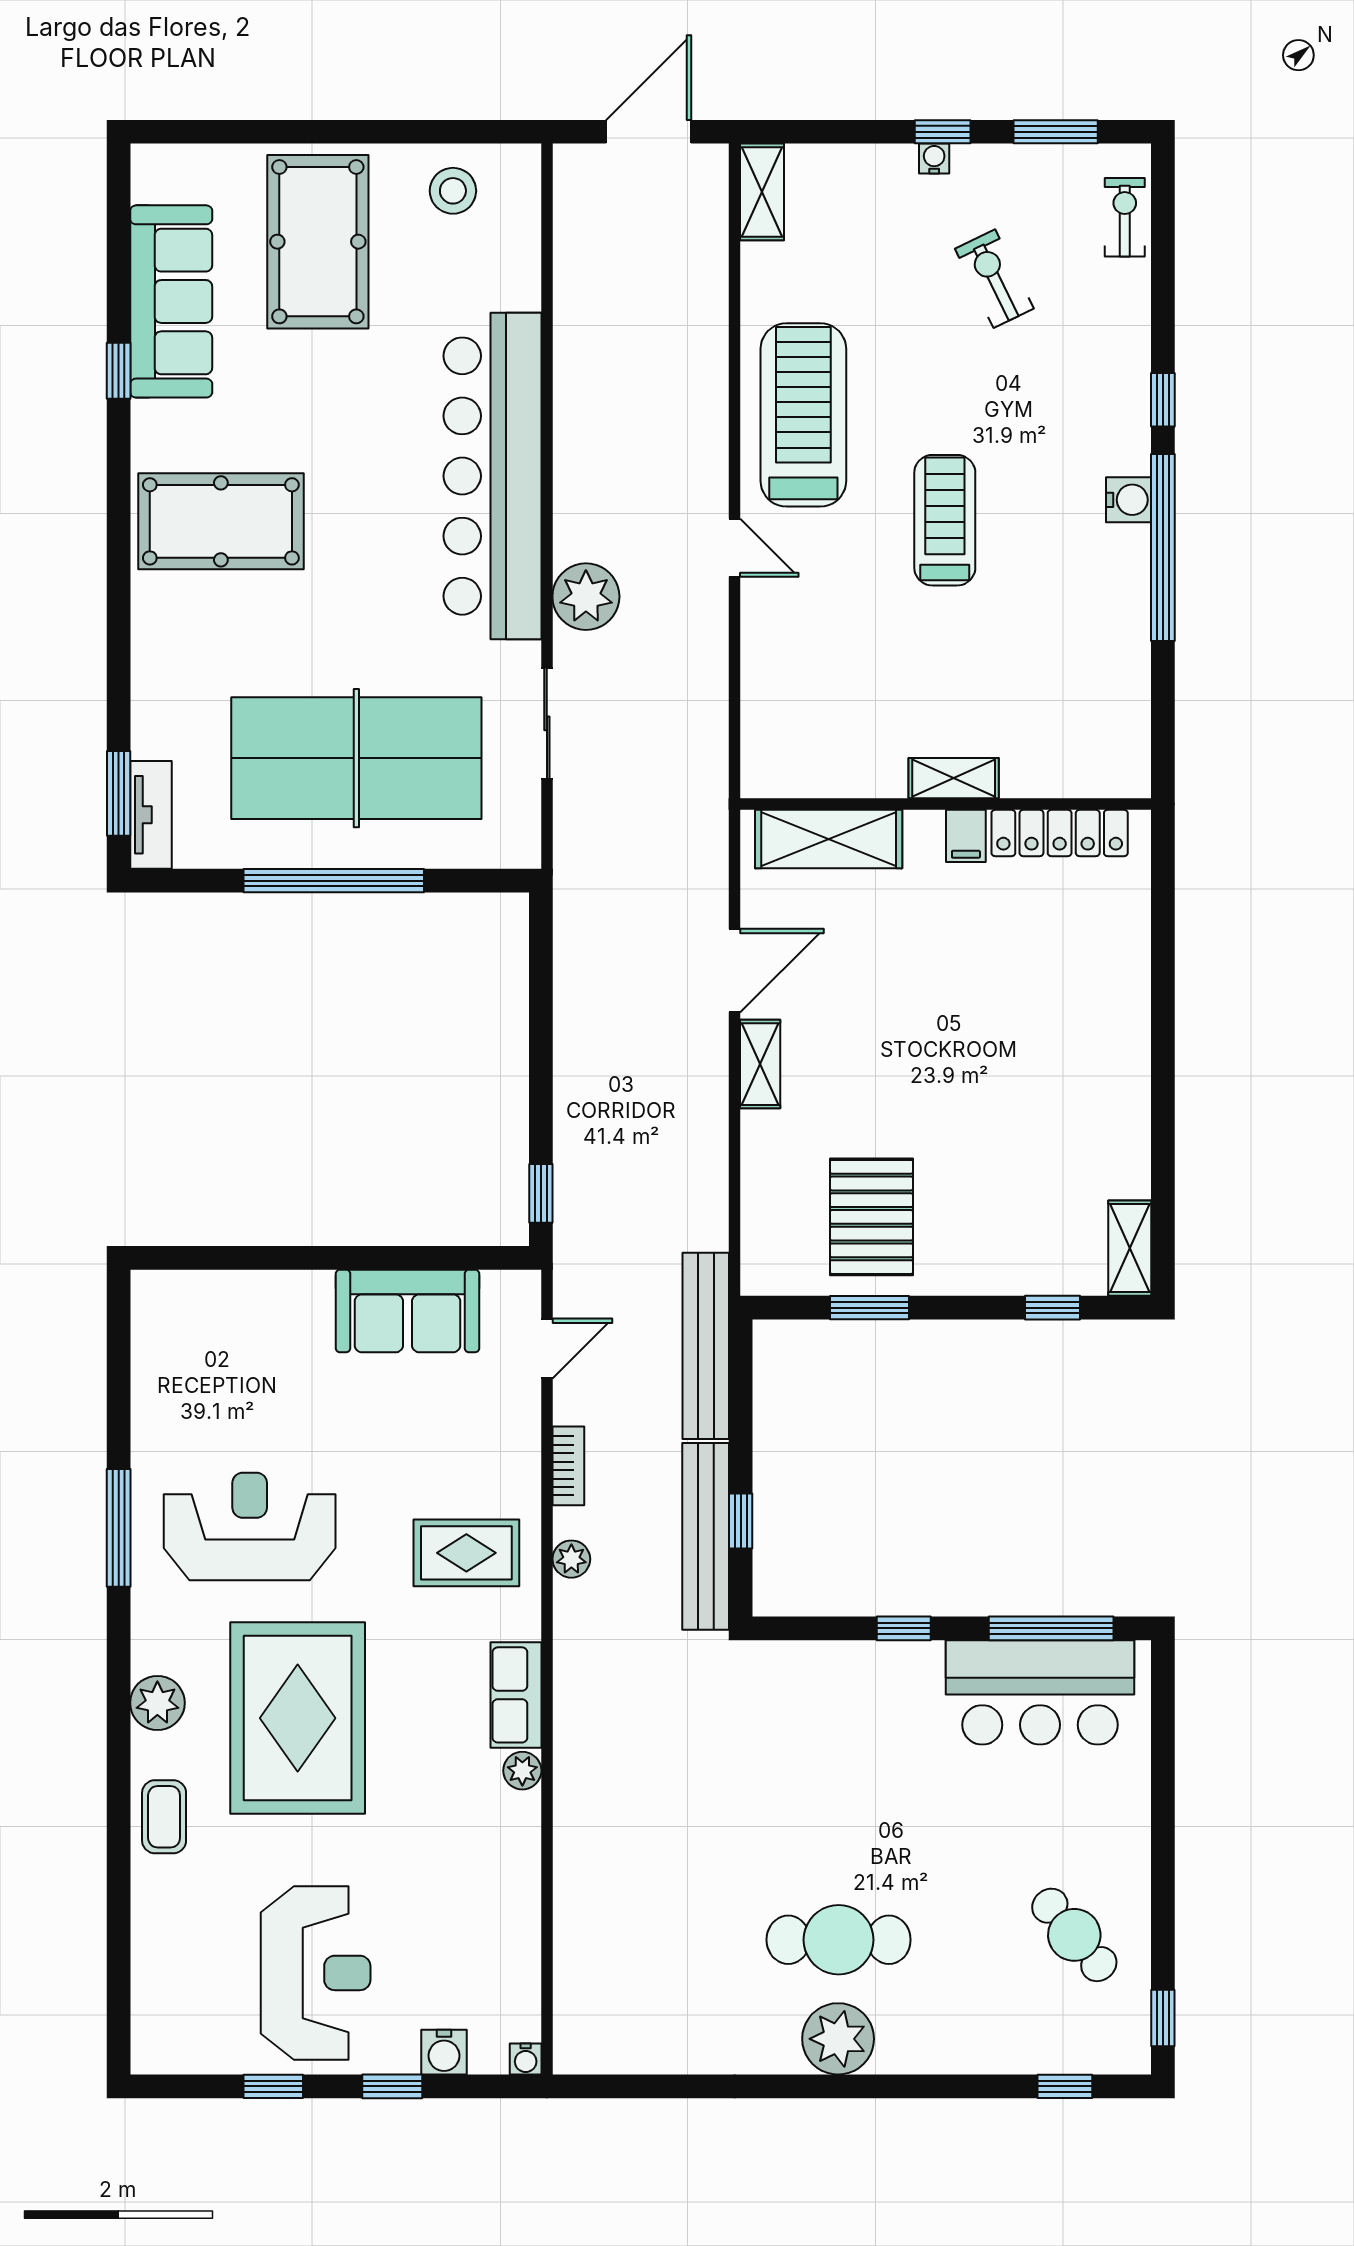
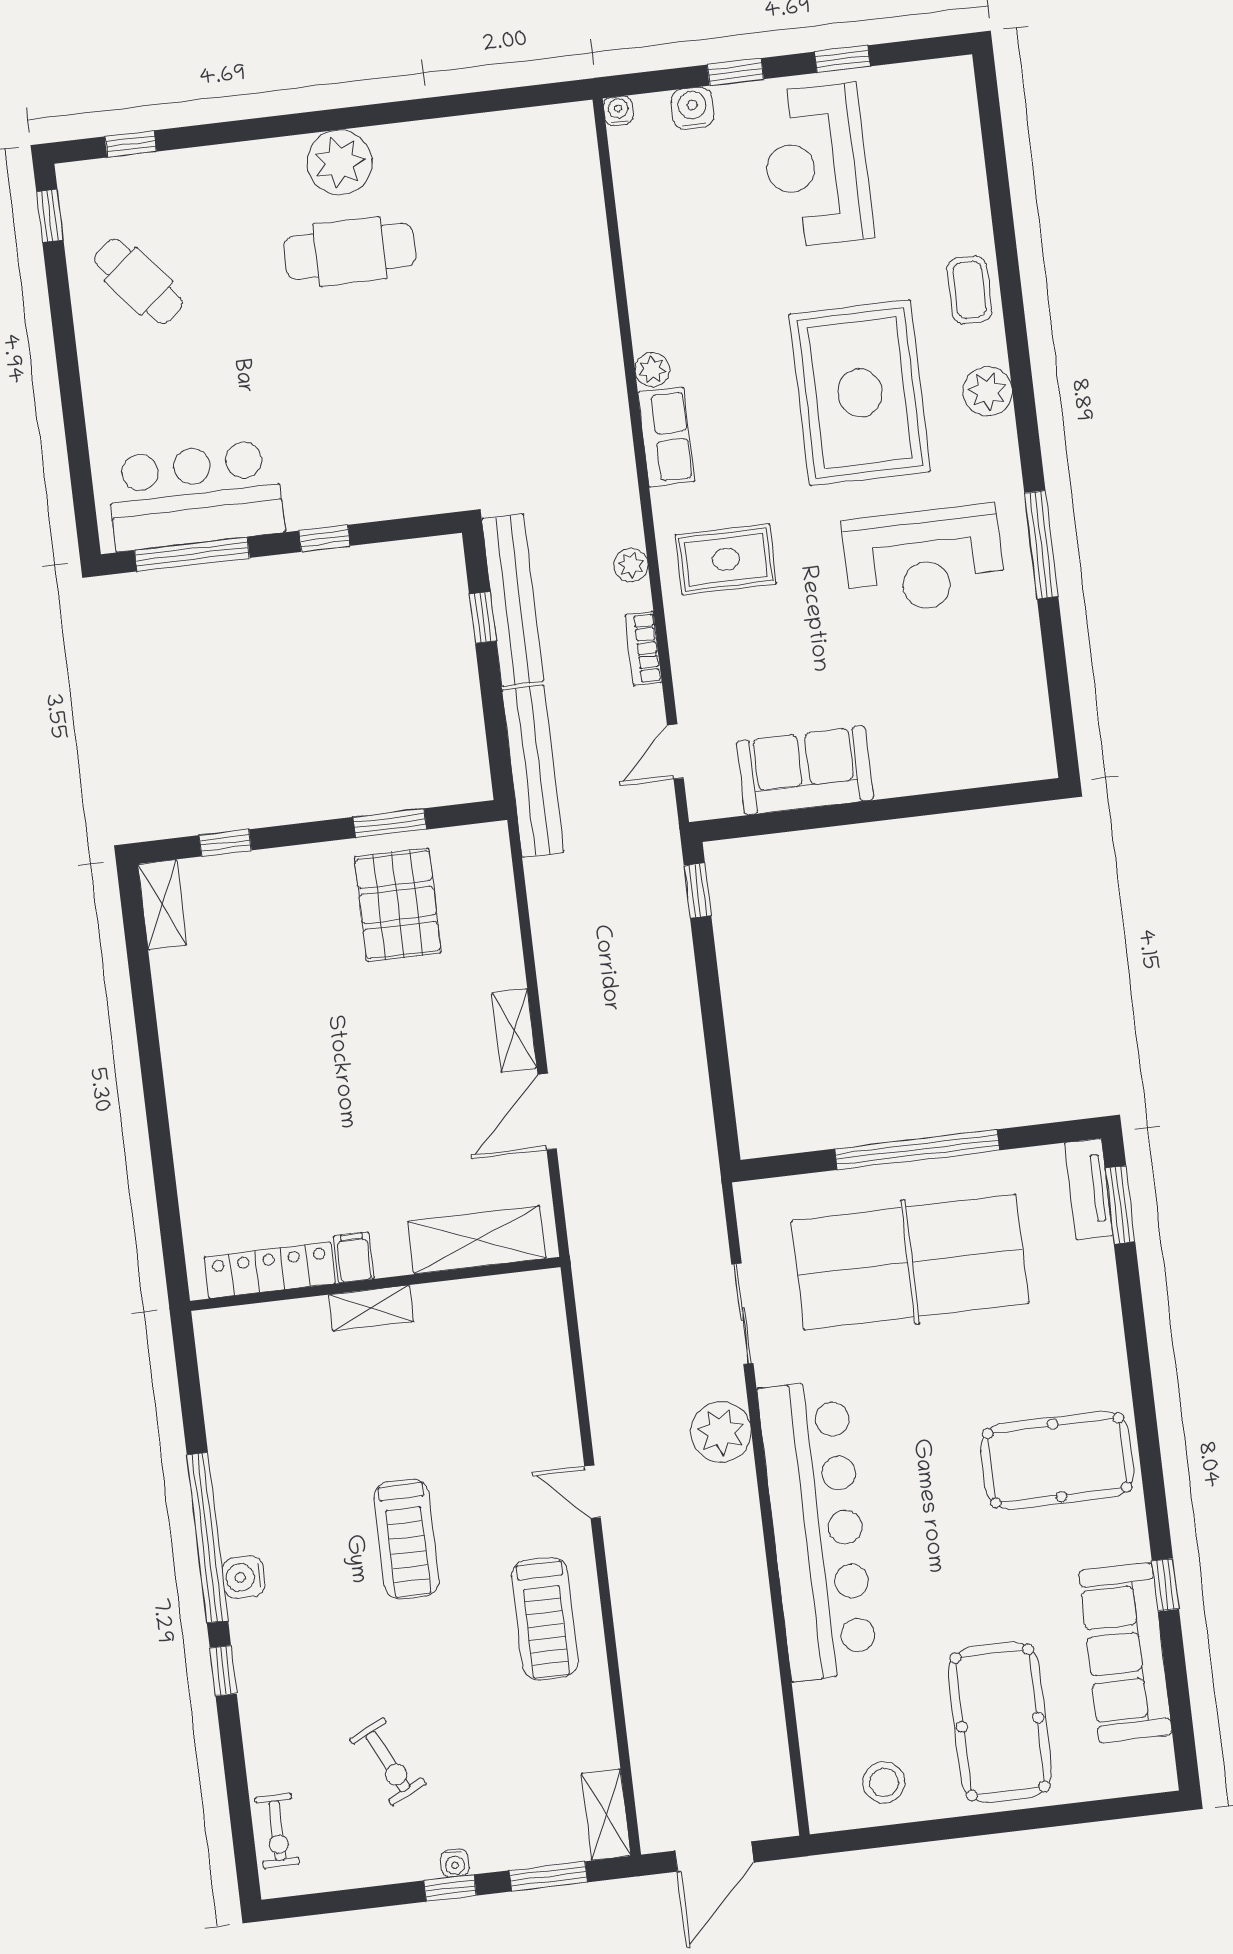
window: (1056, 132) -> (548, 1876), moved
treadmill: (803, 415) -> (545, 1619), width x0.73, depth x0.73

